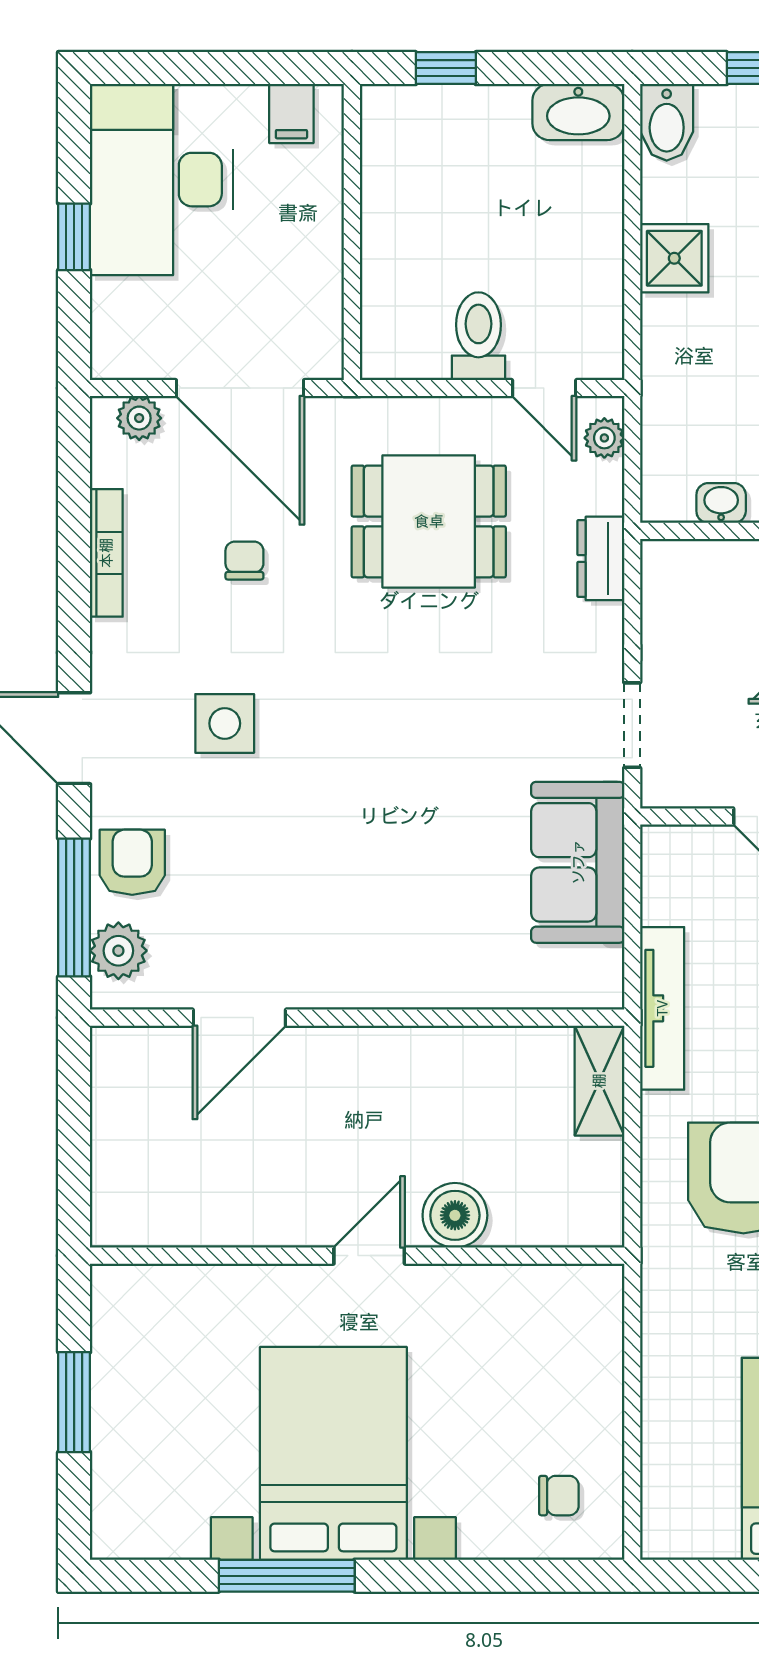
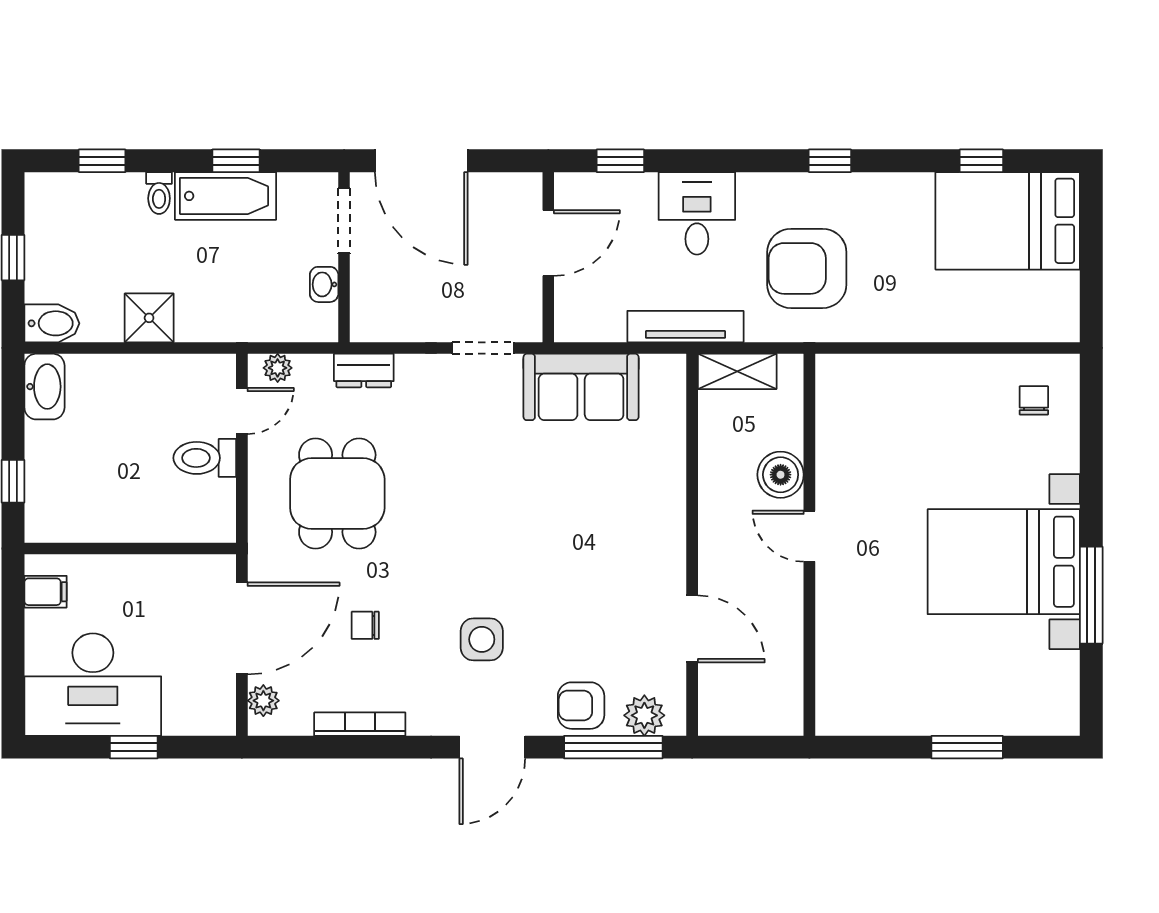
boiler: (455, 1215) -> (781, 475), moved
wall: (357, 1256) -> (809, 545), moved
door: (369, 1256) -> (809, 536), moved

